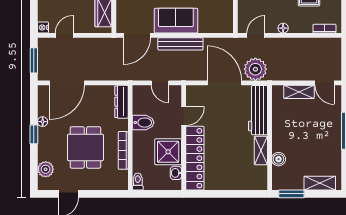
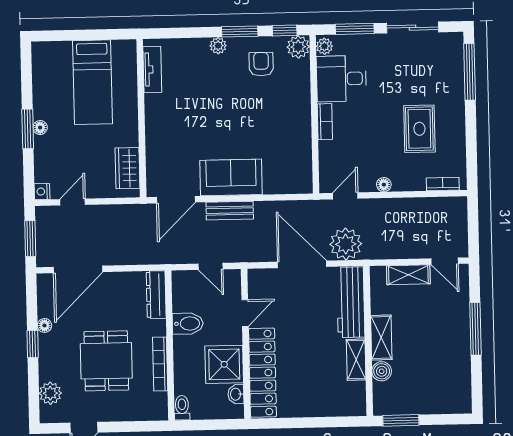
bench: (180, 44) -> (230, 211), width x0.73
shelving: (320, 183) -> (381, 338), moved, turned 90

